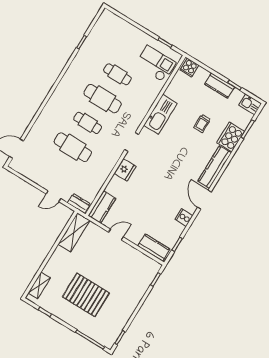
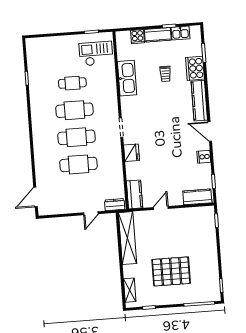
cooker: (189, 68) -> (137, 37), moved
kitchen sink: (250, 104) -> (180, 33), moved
kitchen sink: (160, 114) -> (127, 78), moved
cafe table: (88, 123) -> (76, 137), width x1.37, depth x1.35
shelving: (74, 232) -> (128, 238), width x1.47

